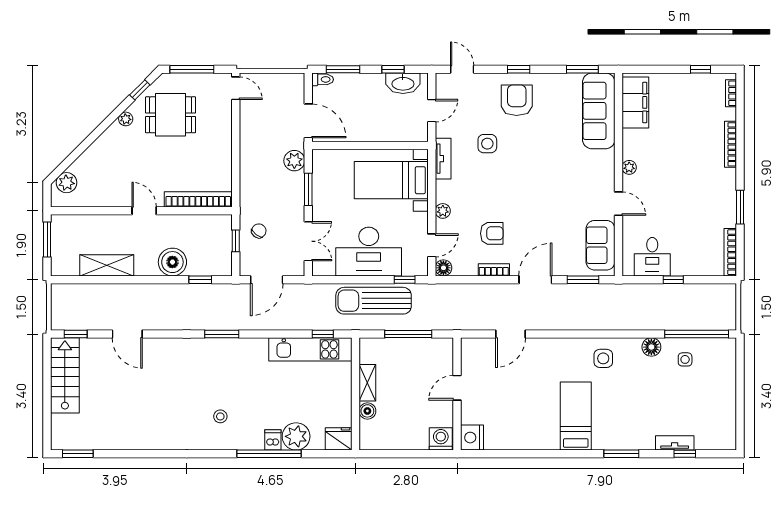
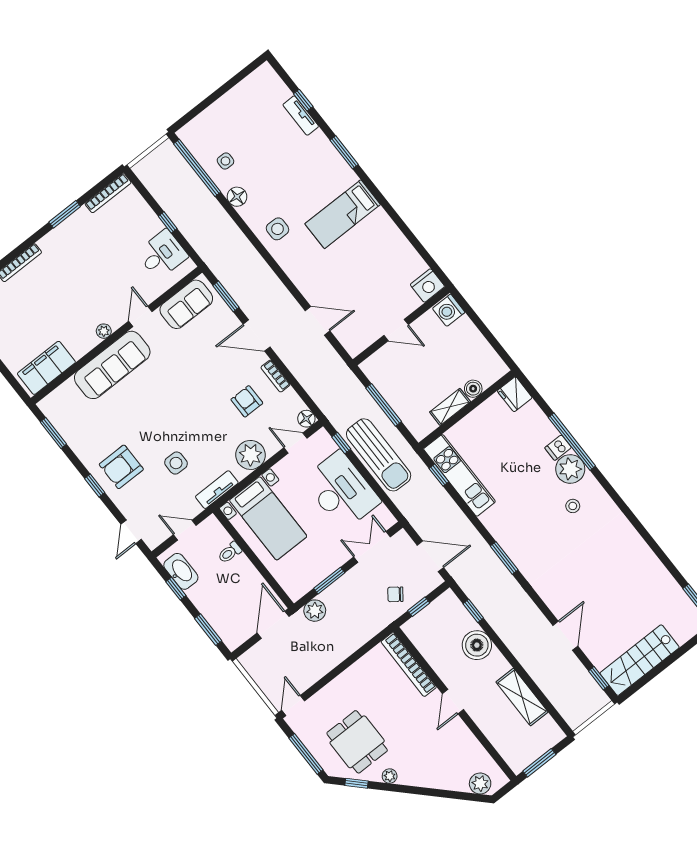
toilet: (323, 79) -> (230, 552), moved, turned -90
sofa: (599, 111) -> (112, 365), moved
plant: (443, 211) -> (250, 455), width x1.88, depth x1.88
plant: (296, 436) -> (570, 469), moved

